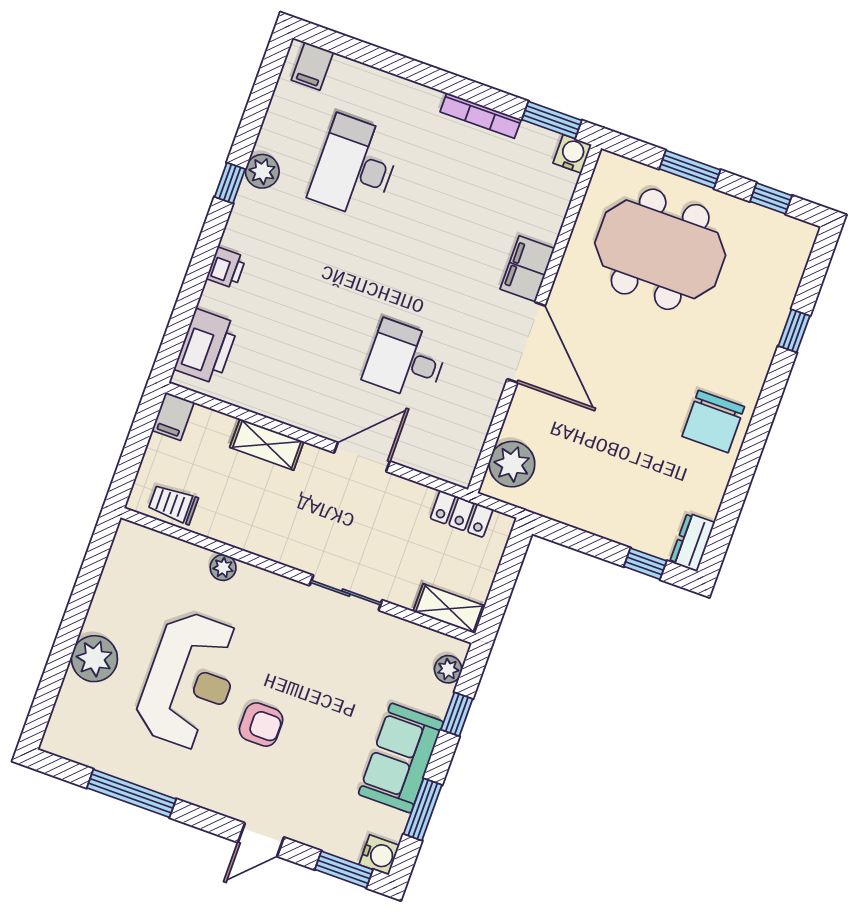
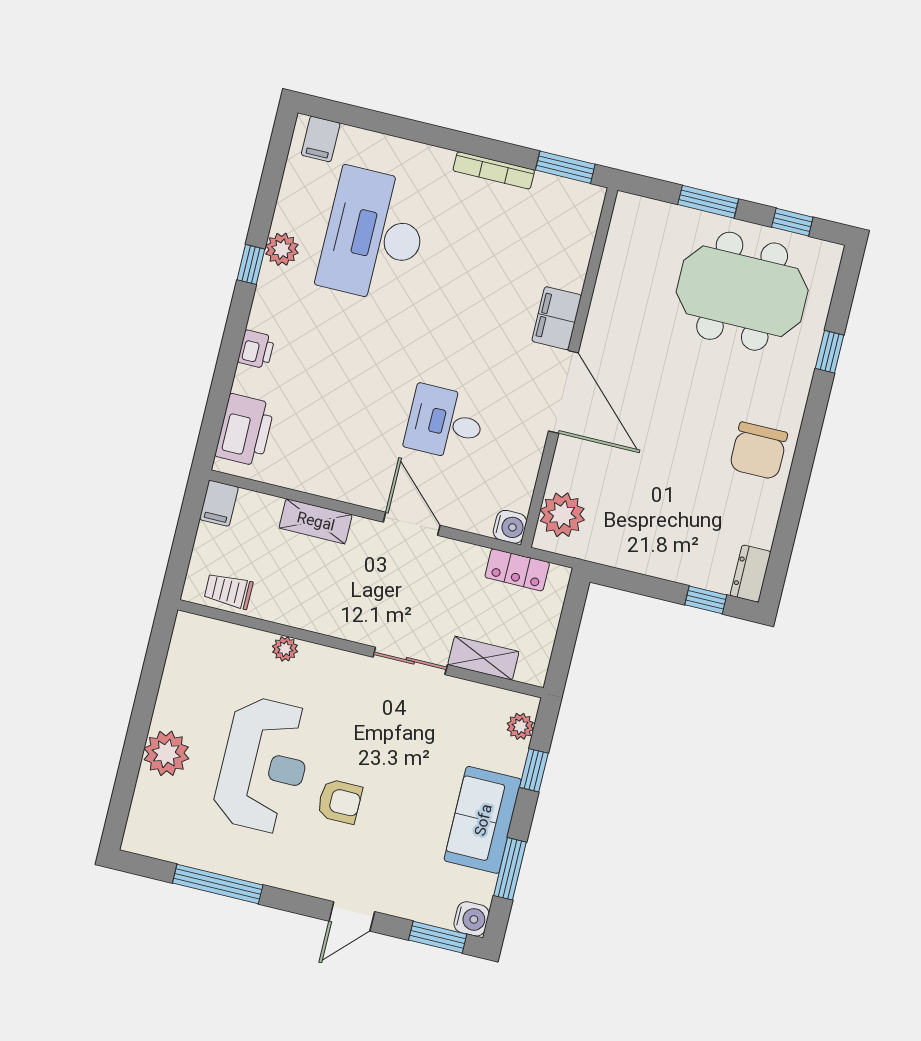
water cooler: (572, 154) -> (510, 527), moved, turned 90
desk: (355, 167) -> (374, 235), width x1.36, depth x1.30
meeting table: (660, 249) -> (742, 291), moved
door: (362, 457) -> (412, 524), hinge flipped
shelving: (449, 609) -> (483, 658), moved

